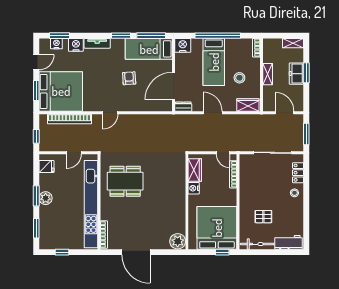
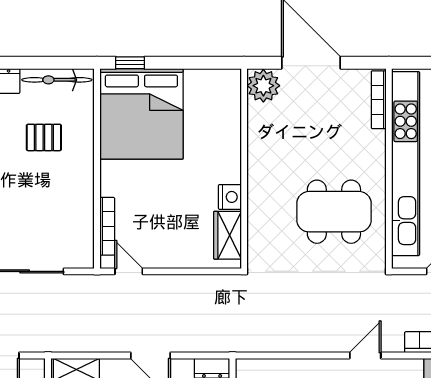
wardrobe: (195, 170) -> (227, 235), moved
nightstand: (194, 188) -> (230, 197), moved
wall: (187, 202) -> (244, 169), moved
plant: (178, 241) -> (263, 86), moved

